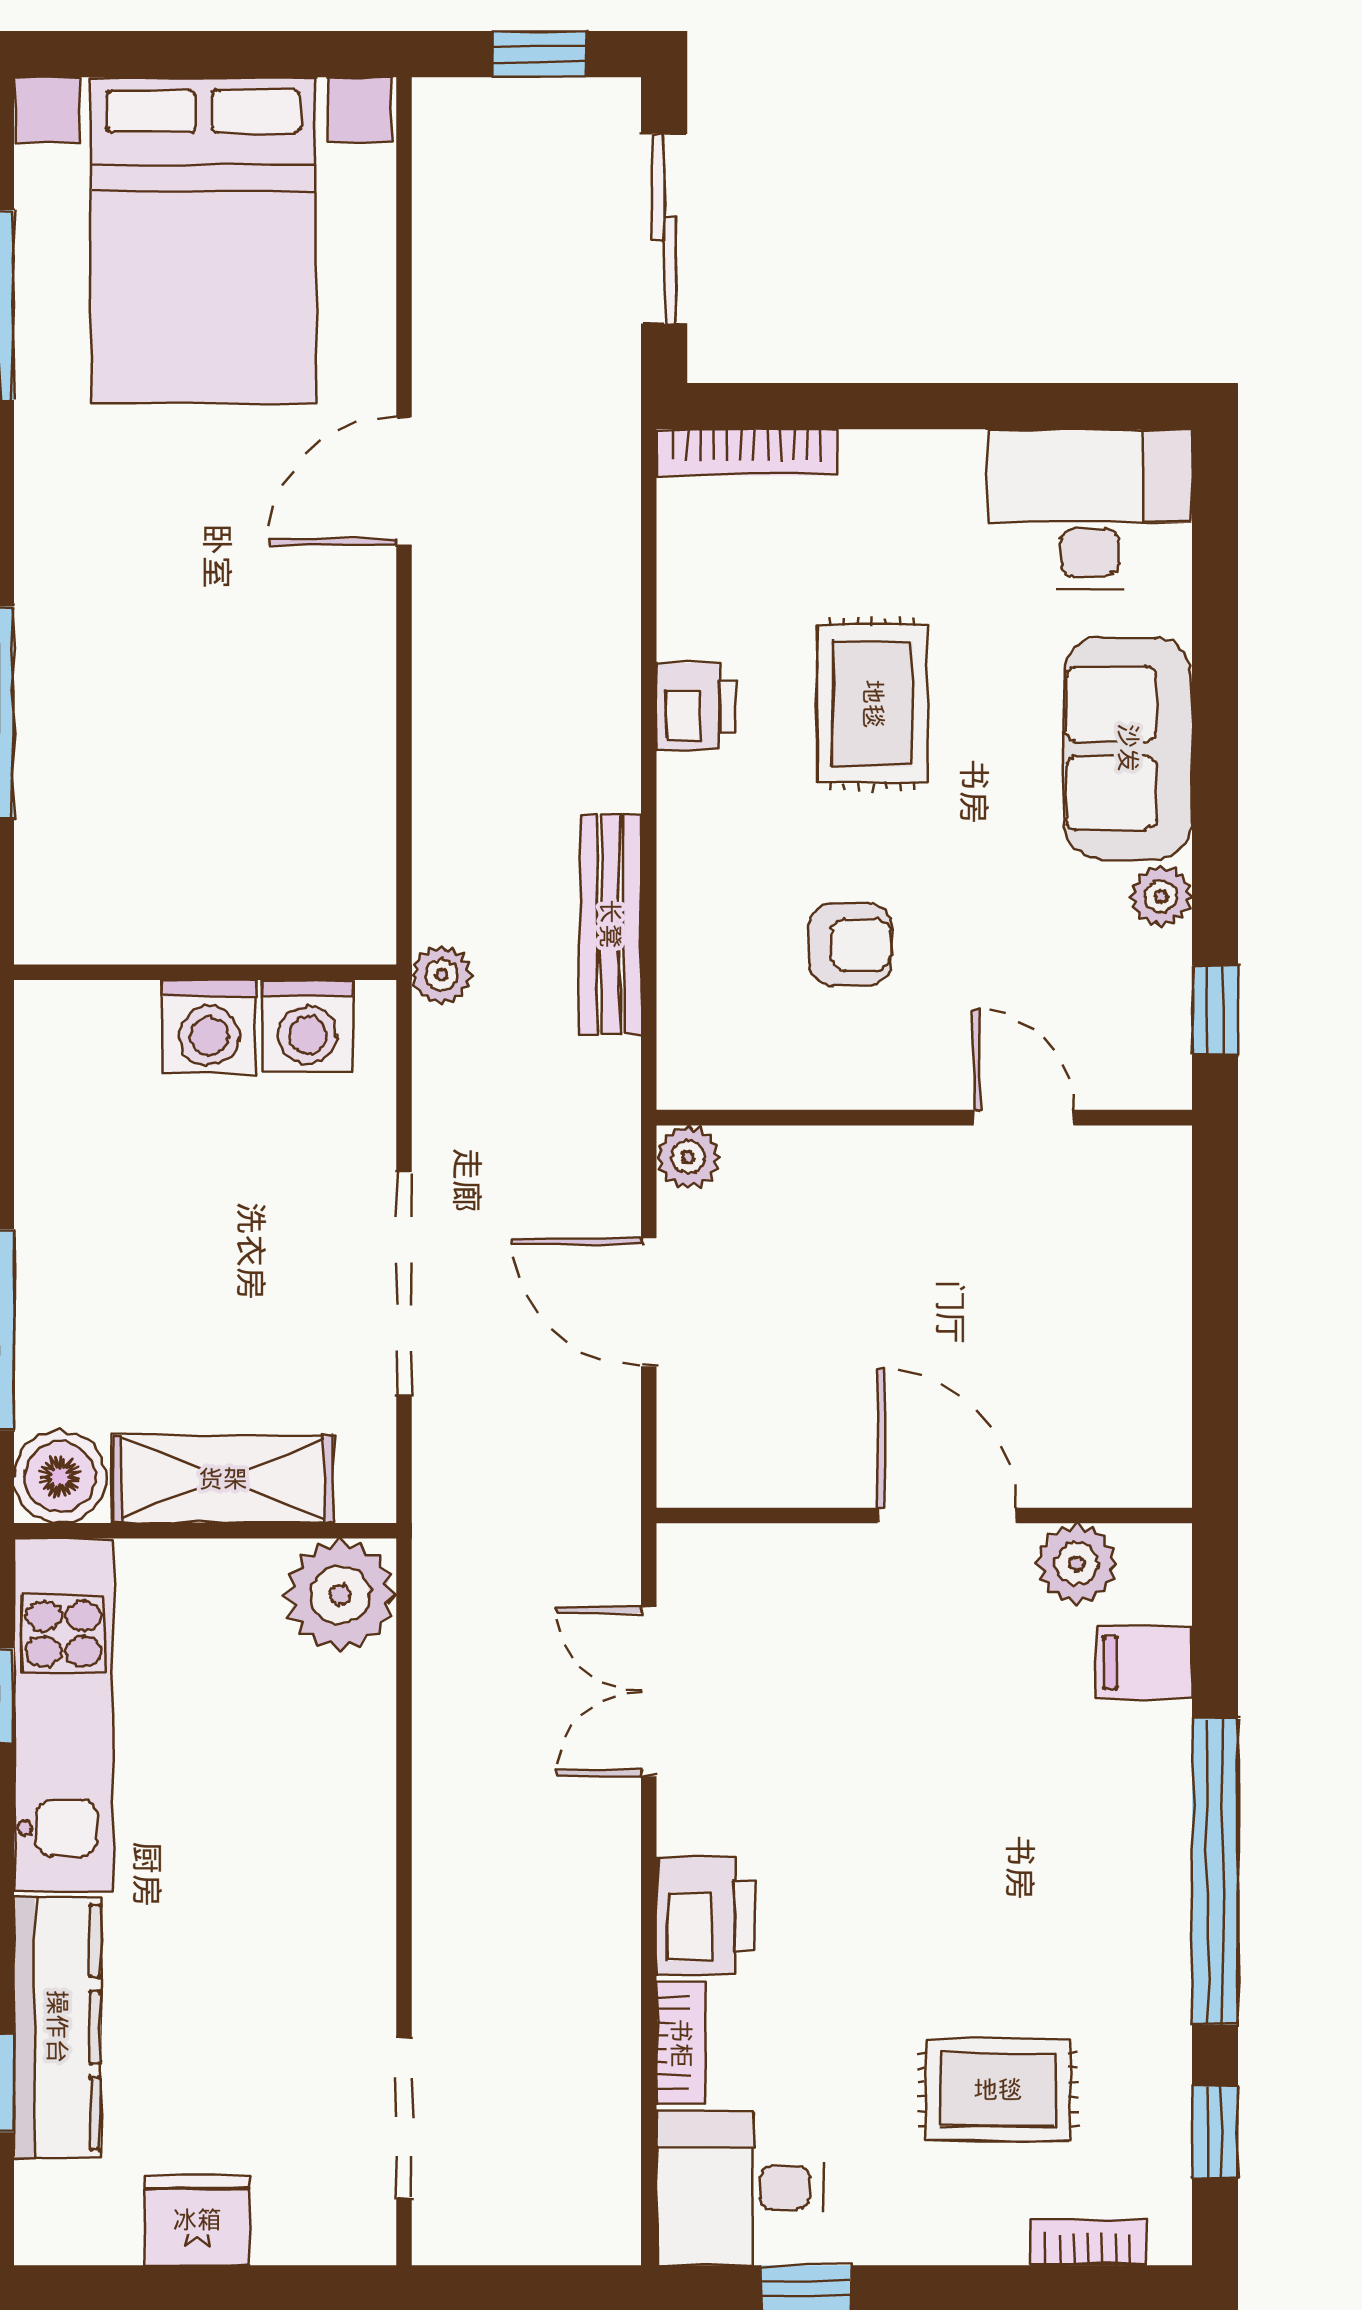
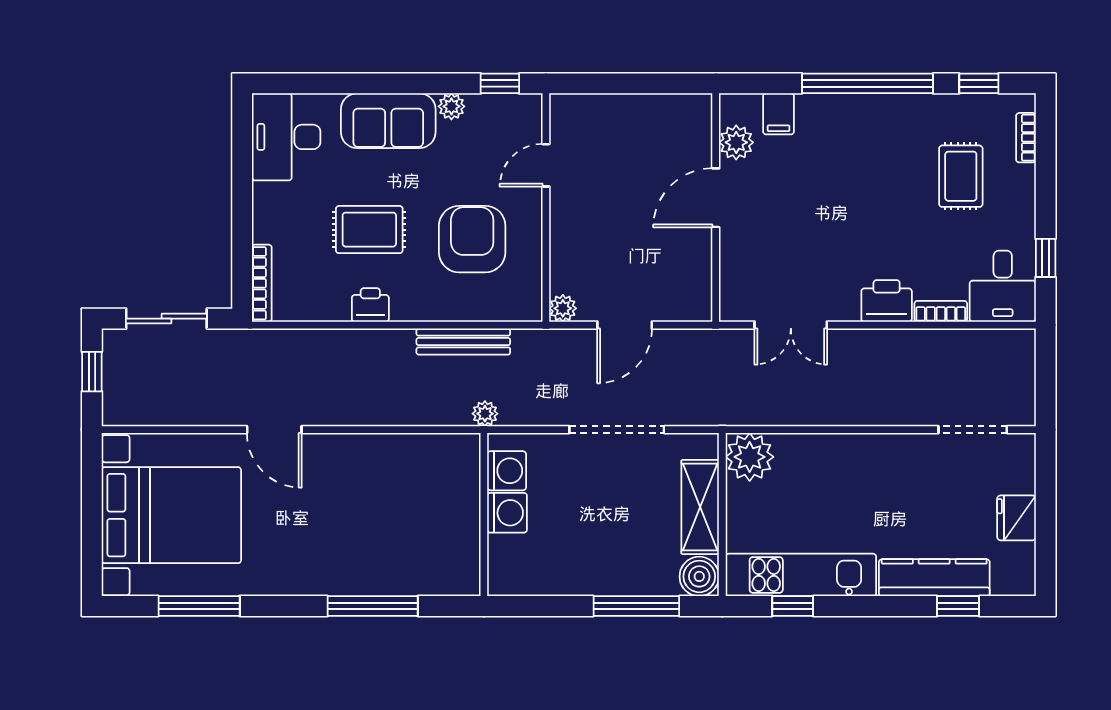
armchair: (850, 945) -> (472, 239), width x1.88, depth x1.88

